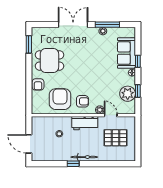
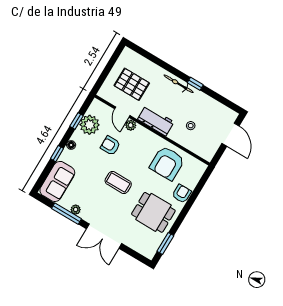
sofa: (126, 53) -> (57, 181), moved
coffee table: (85, 66) -> (118, 183), added
armchair: (82, 101) -> (110, 146), moved

